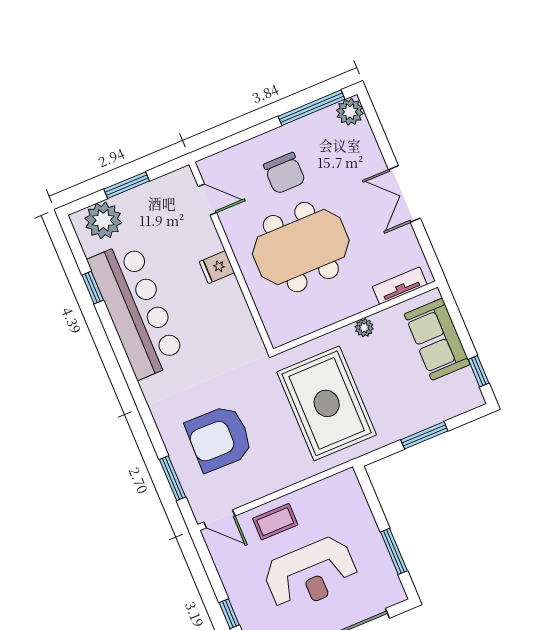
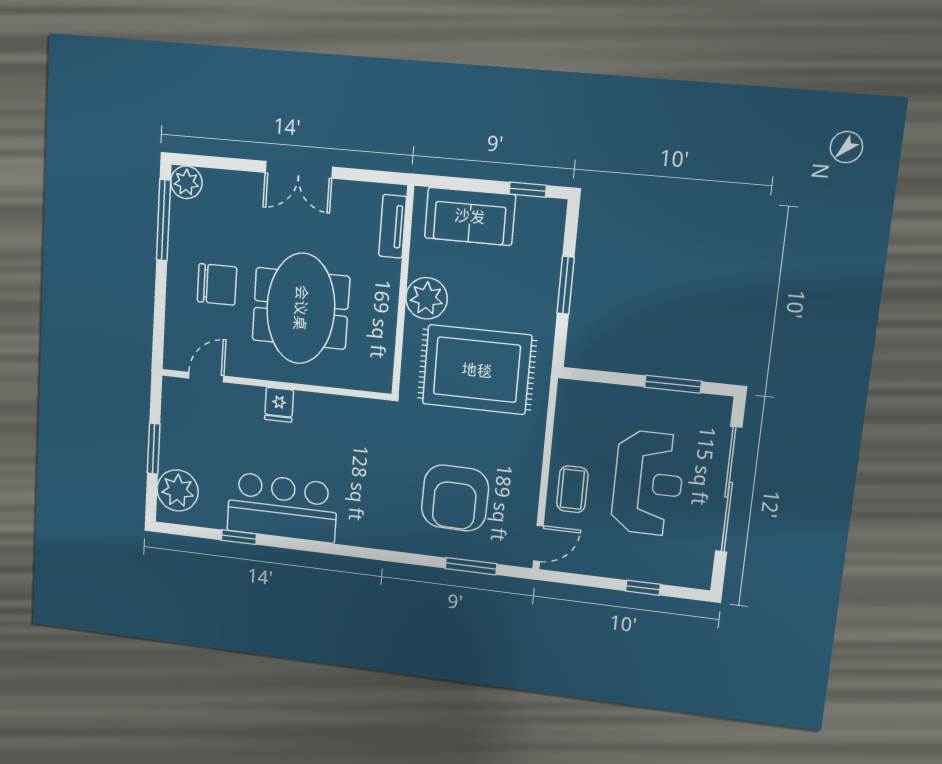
bar counter: (136, 310) -> (282, 507), width x0.73
plant: (364, 328) -> (427, 298), width x1.88, depth x1.88

